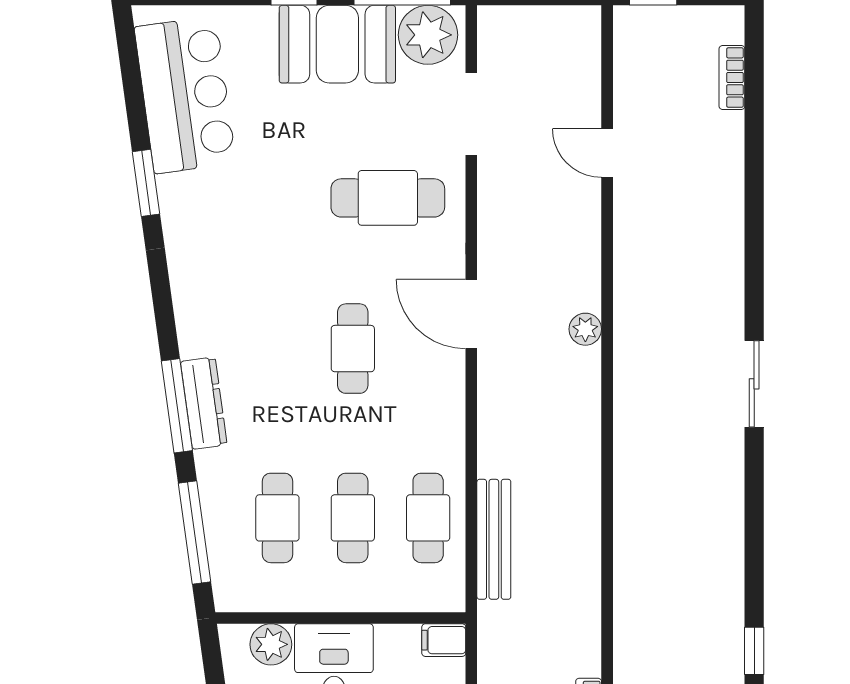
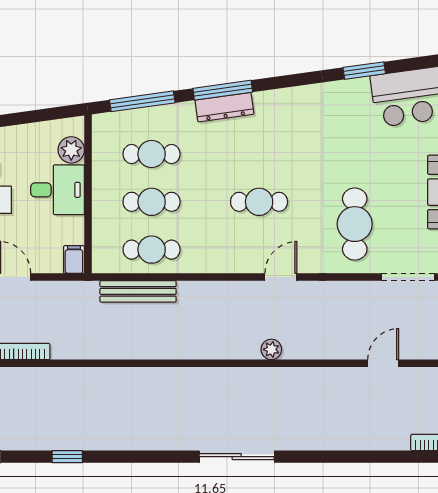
door: (471, 314) -> (281, 277), width x0.73
sliding door: (754, 384) -> (237, 457), width x1.37

